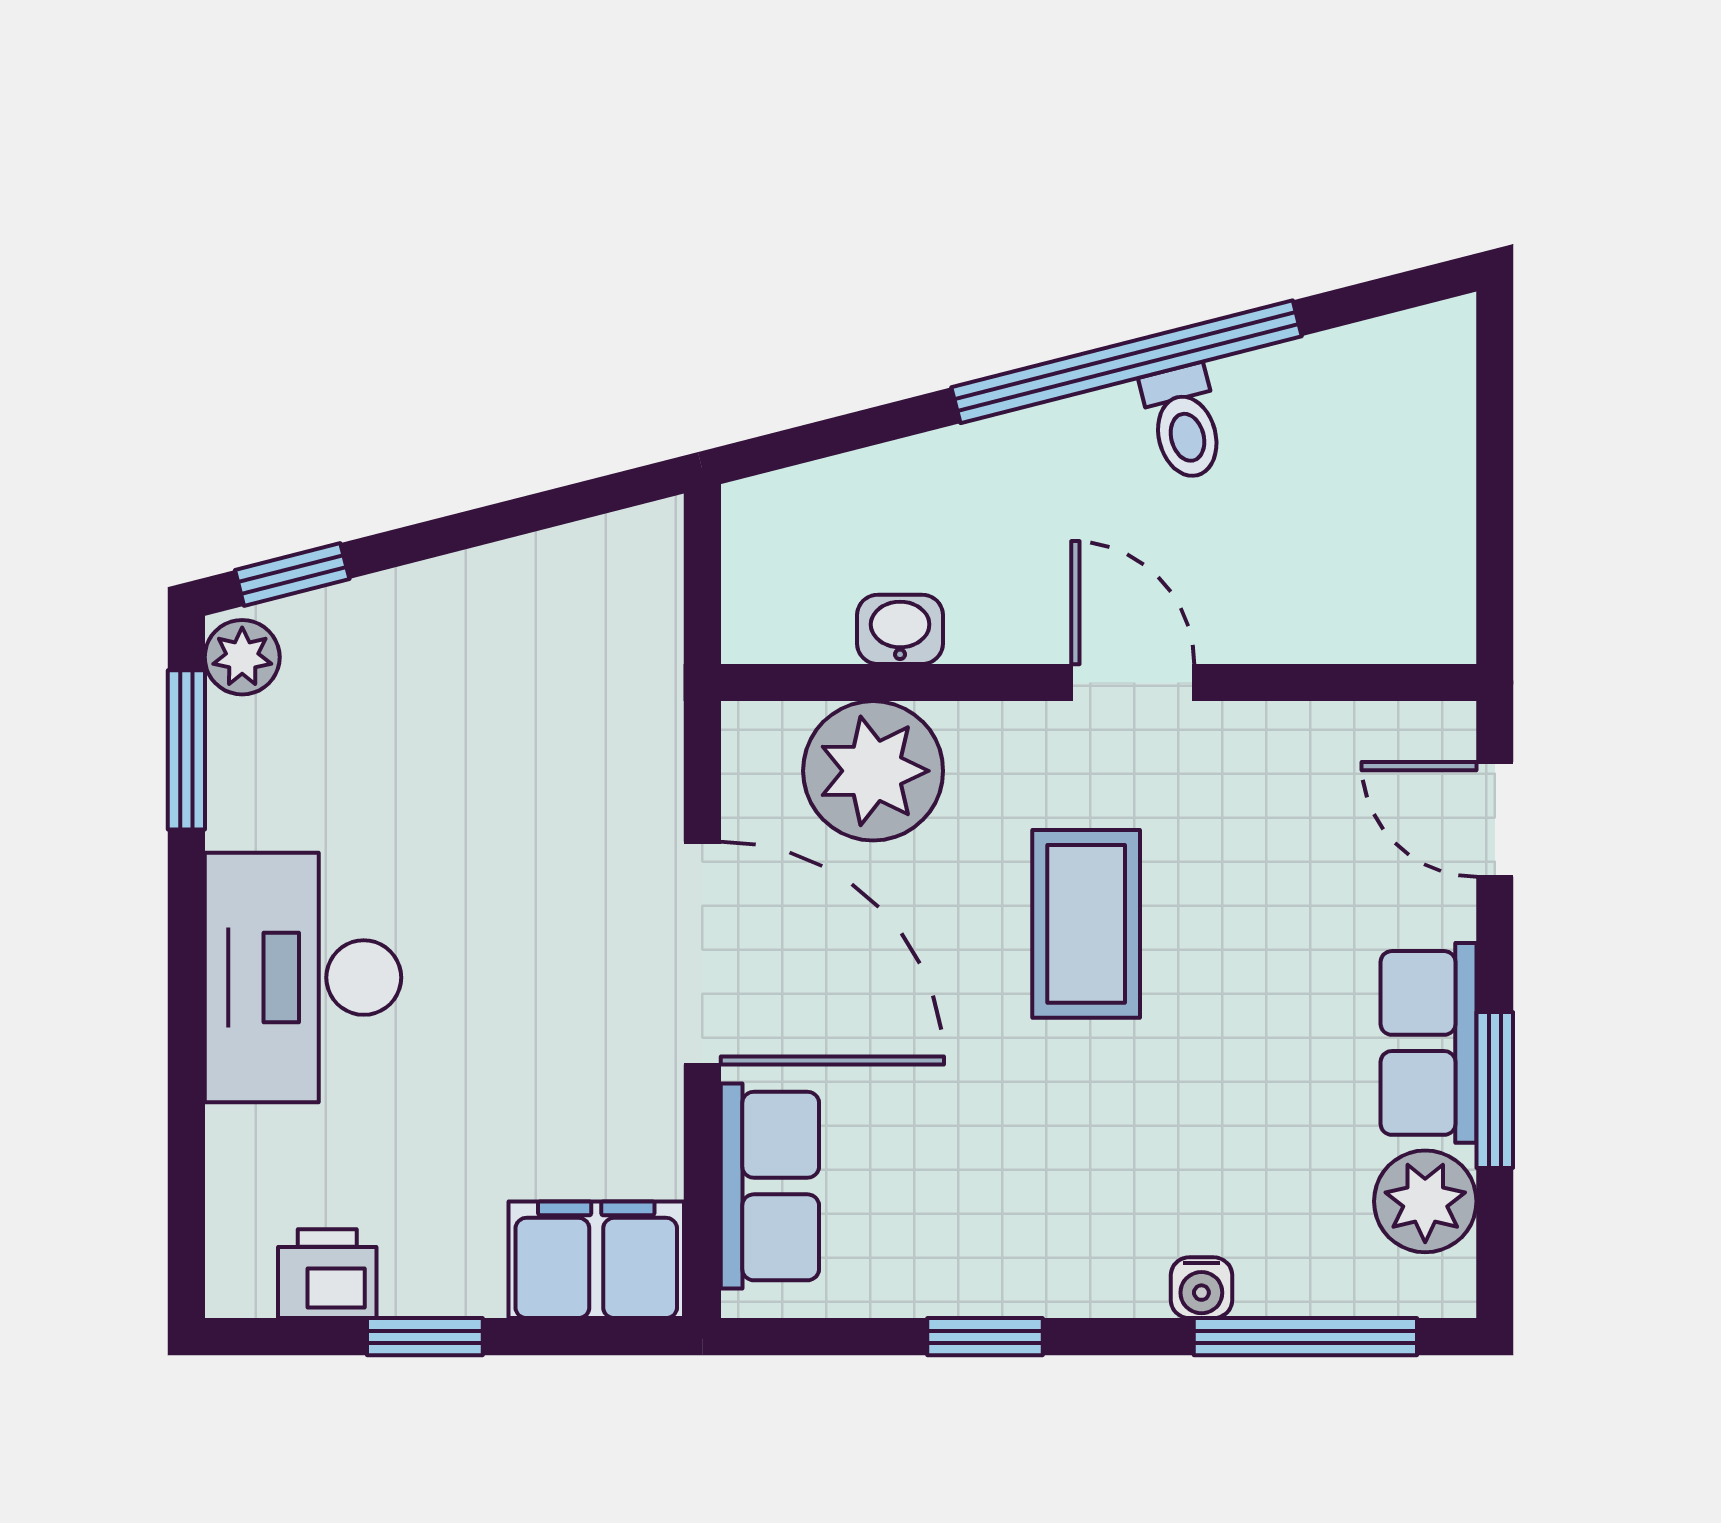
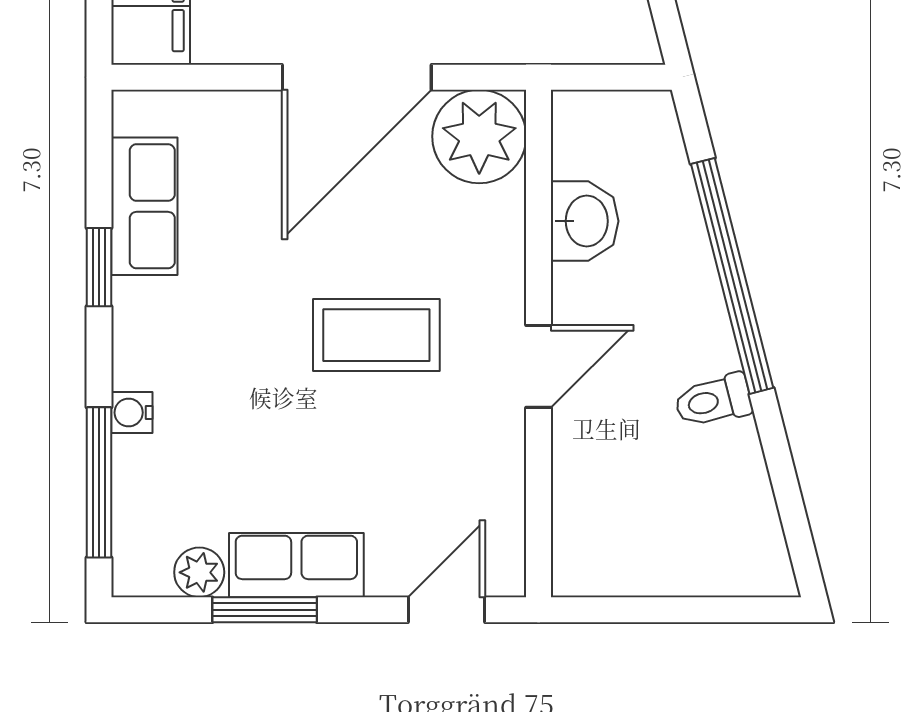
window: (1127, 362) -> (732, 276), moved
washbasin: (900, 629) -> (585, 221), width x1.38, depth x1.45
plant: (873, 771) -> (479, 136), moved
row of seats: (770, 1186) -> (144, 206), moved, turned -90
plant: (1425, 1201) -> (199, 572), width x0.73, depth x0.73

